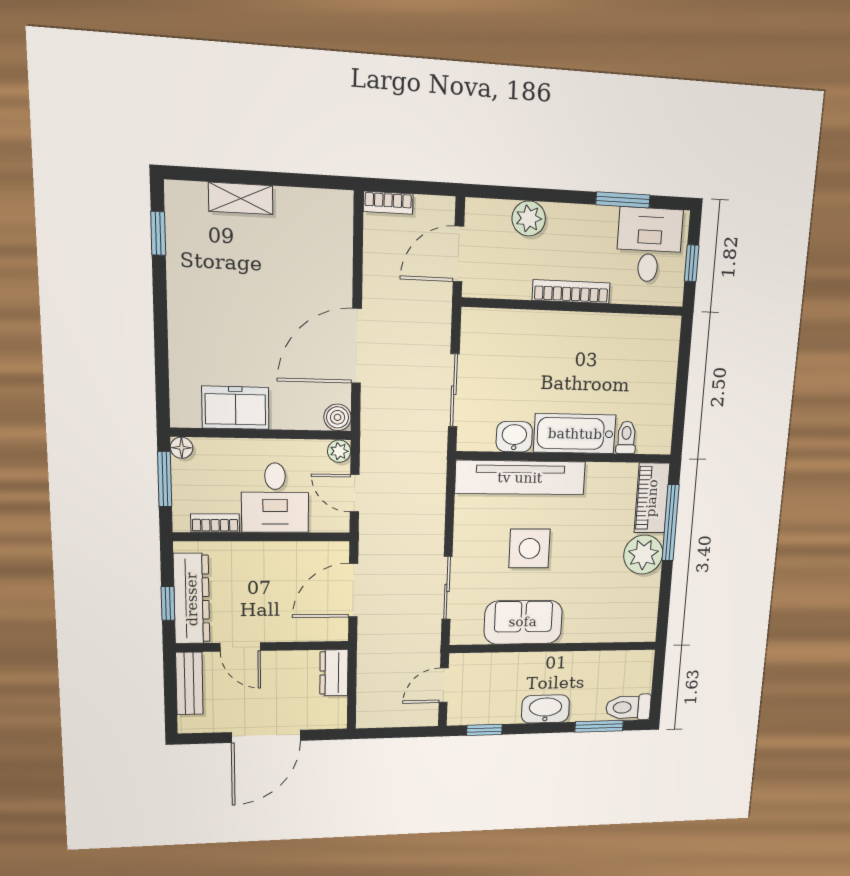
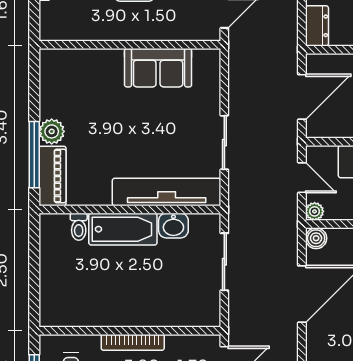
side table: (529, 548) -> (156, 132), removed
plant: (643, 555) -> (52, 131), width x0.73, depth x0.73
sliding door: (447, 588) -> (224, 143), moved

